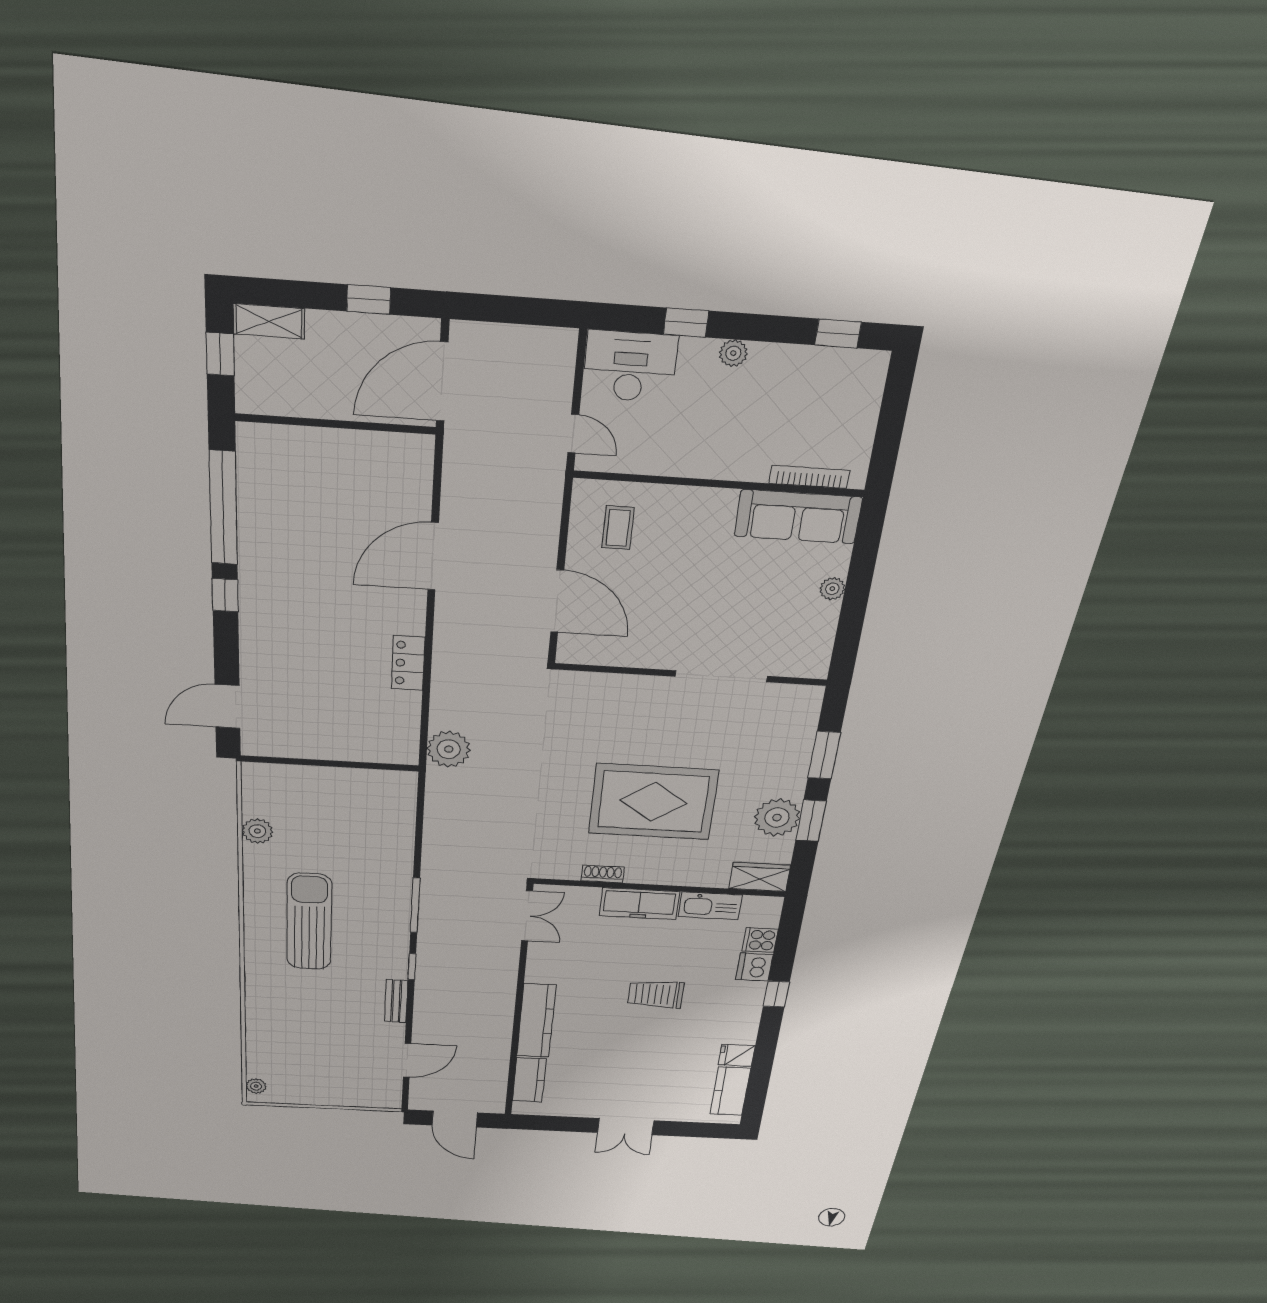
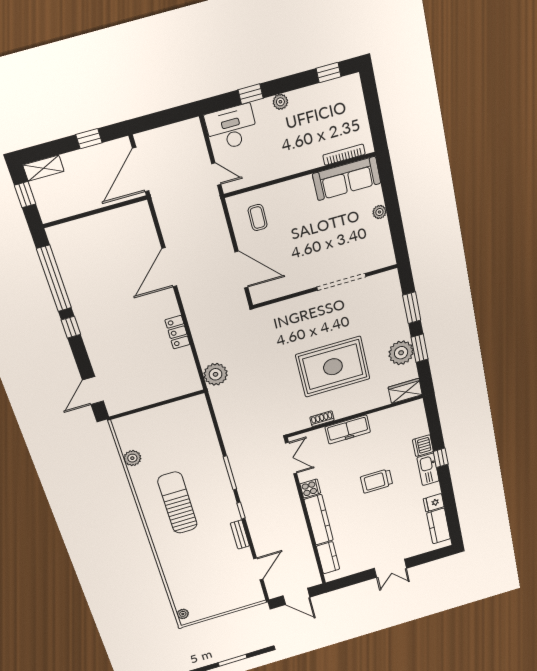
kitchen sink: (710, 906) -> (428, 469), moved, turned 90
cooker: (760, 940) -> (310, 488), moved, turned 180

